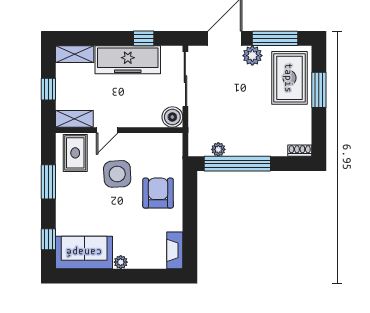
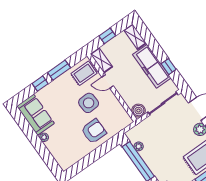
window: (48, 239) -> (40, 84), moved
fireplace: (175, 250) -> (70, 161), removed

